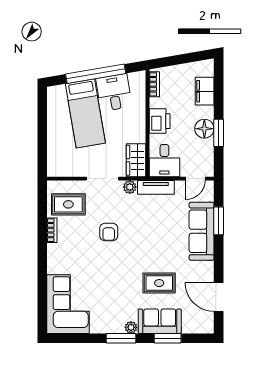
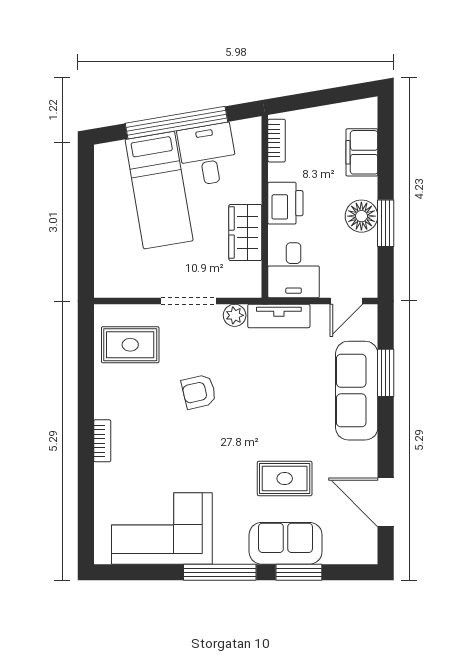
wardrobe: (136, 160) -> (245, 233), moved
bookcase: (52, 230) -> (102, 441), moved
armchair: (109, 232) -> (199, 392), turned 77
corner sofa: (68, 304) -> (162, 529), moved, turned -90
plant: (131, 327) -> (237, 554), removed
window: (121, 338) -> (220, 572), width x1.44

